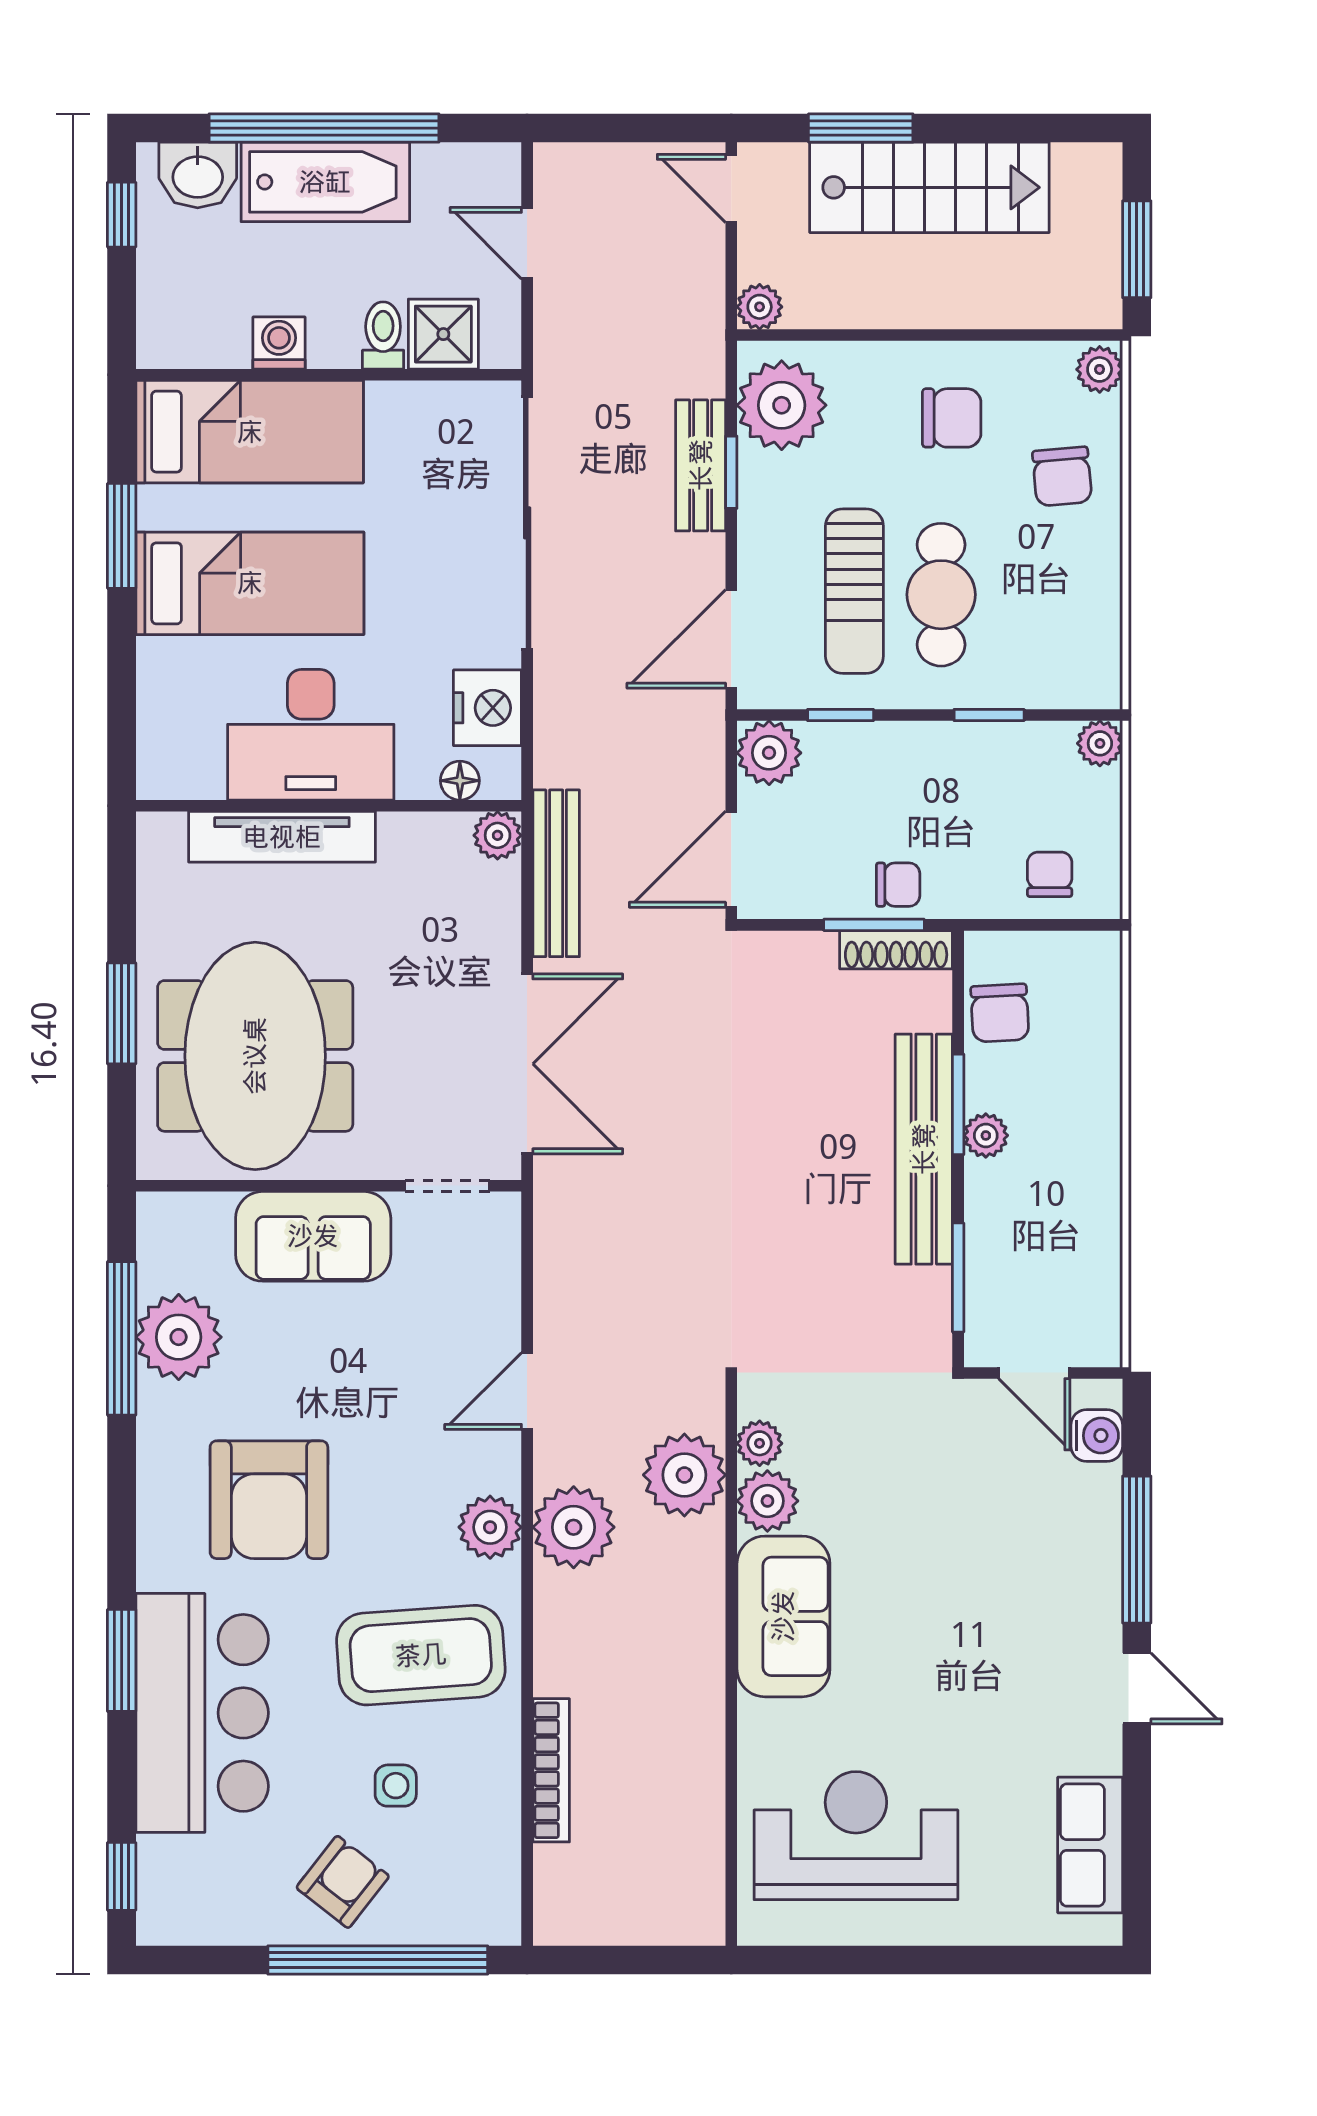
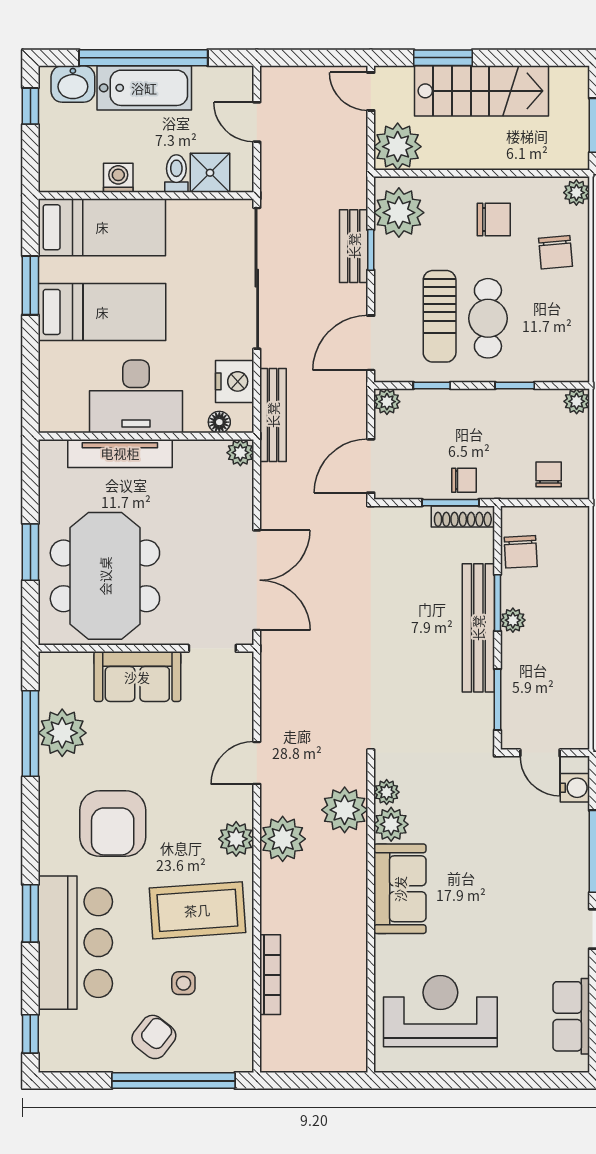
plant: (760, 307) -> (398, 147), width x1.88, depth x1.88
plant: (769, 753) -> (387, 402), width x0.73, depth x0.73
bench: (556, 873) -> (273, 415), moved

